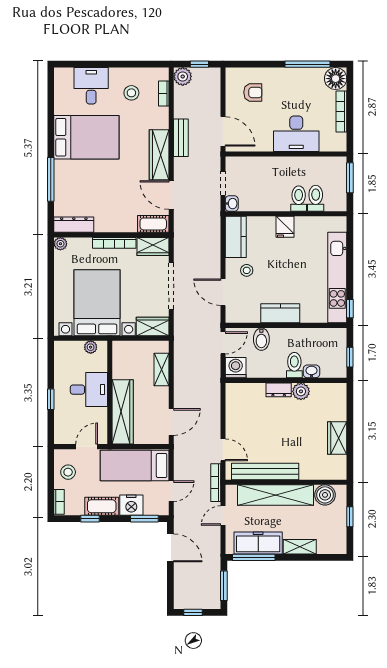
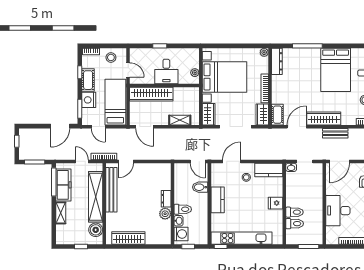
washing machine: (236, 368) -> (181, 234), moved
wardrobe: (337, 438) -> (128, 238), width x1.50

